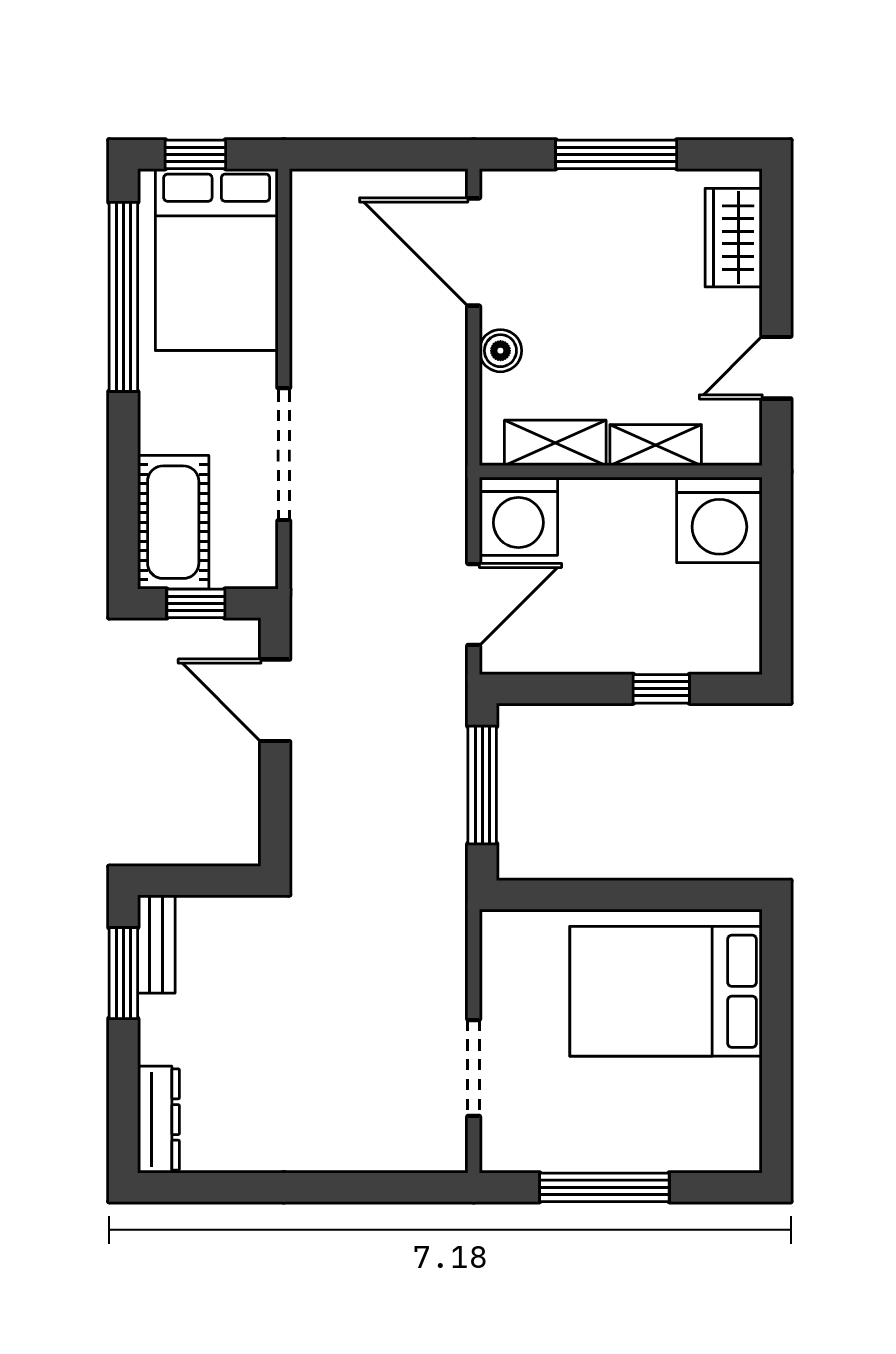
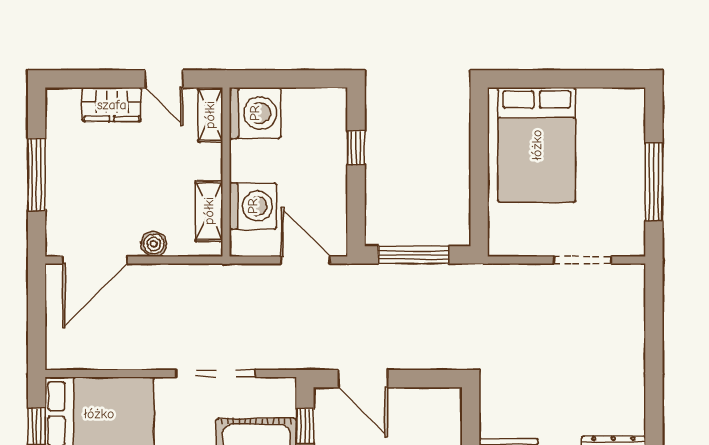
wardrobe: (734, 238) -> (112, 105), moved
shelving: (656, 445) -> (210, 115), moved
washing machine: (518, 516) -> (253, 206), moved
door: (275, 700) -> (363, 379), hinge flipped

